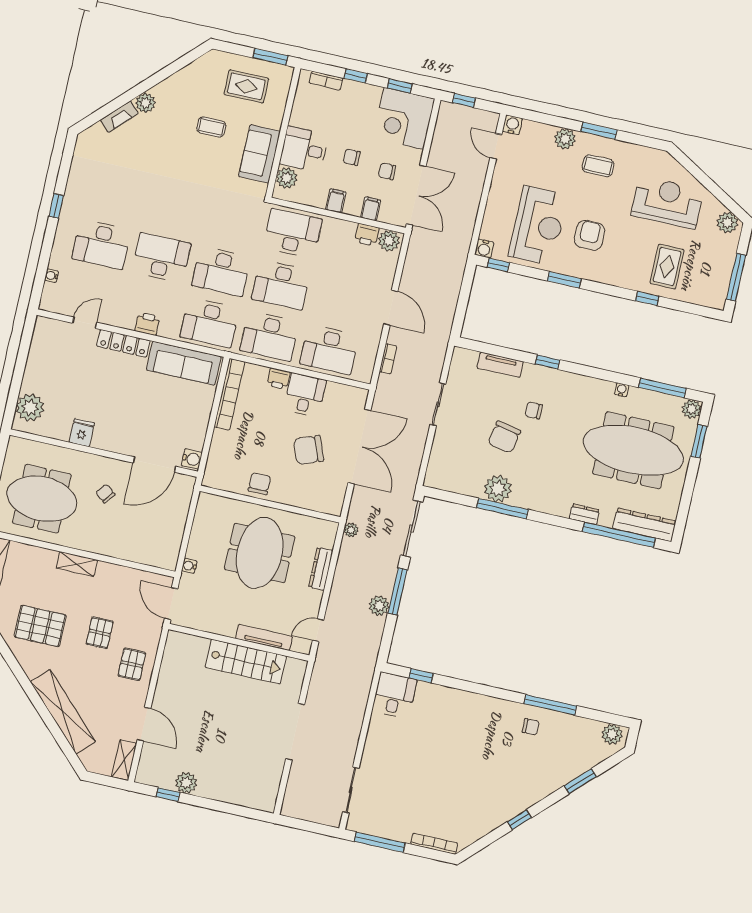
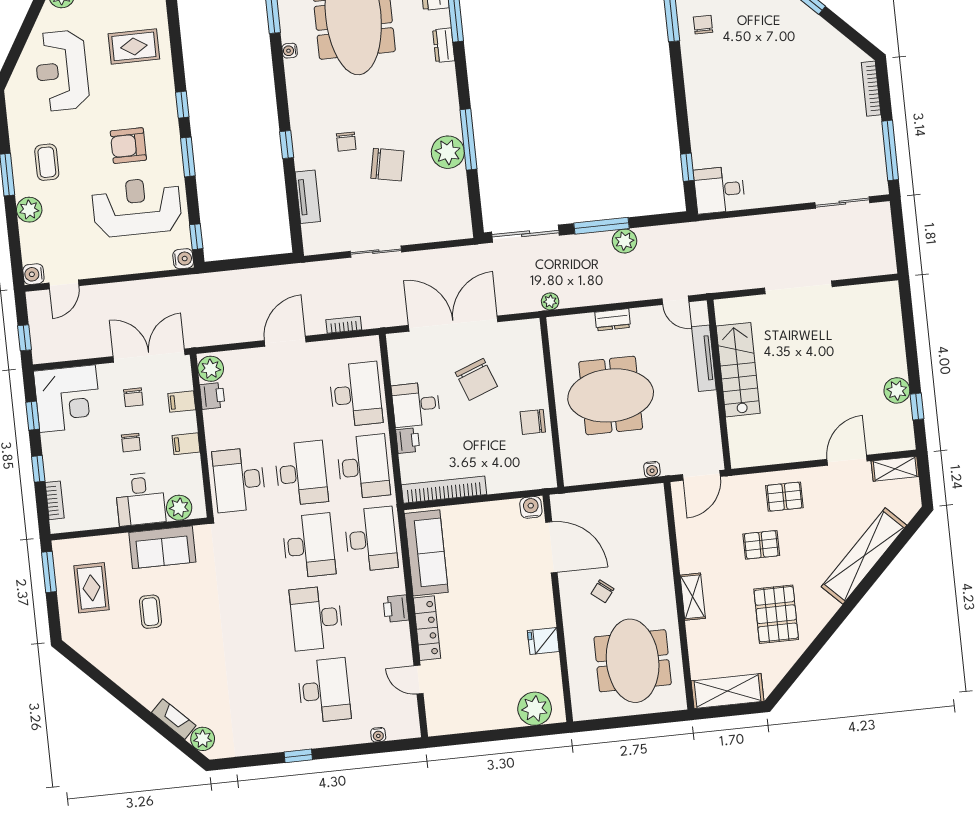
plant: (145, 103) -> (203, 739), moved
window: (647, 298) -> (182, 105), moved
dresser: (321, 569) -> (613, 320), width x0.70

